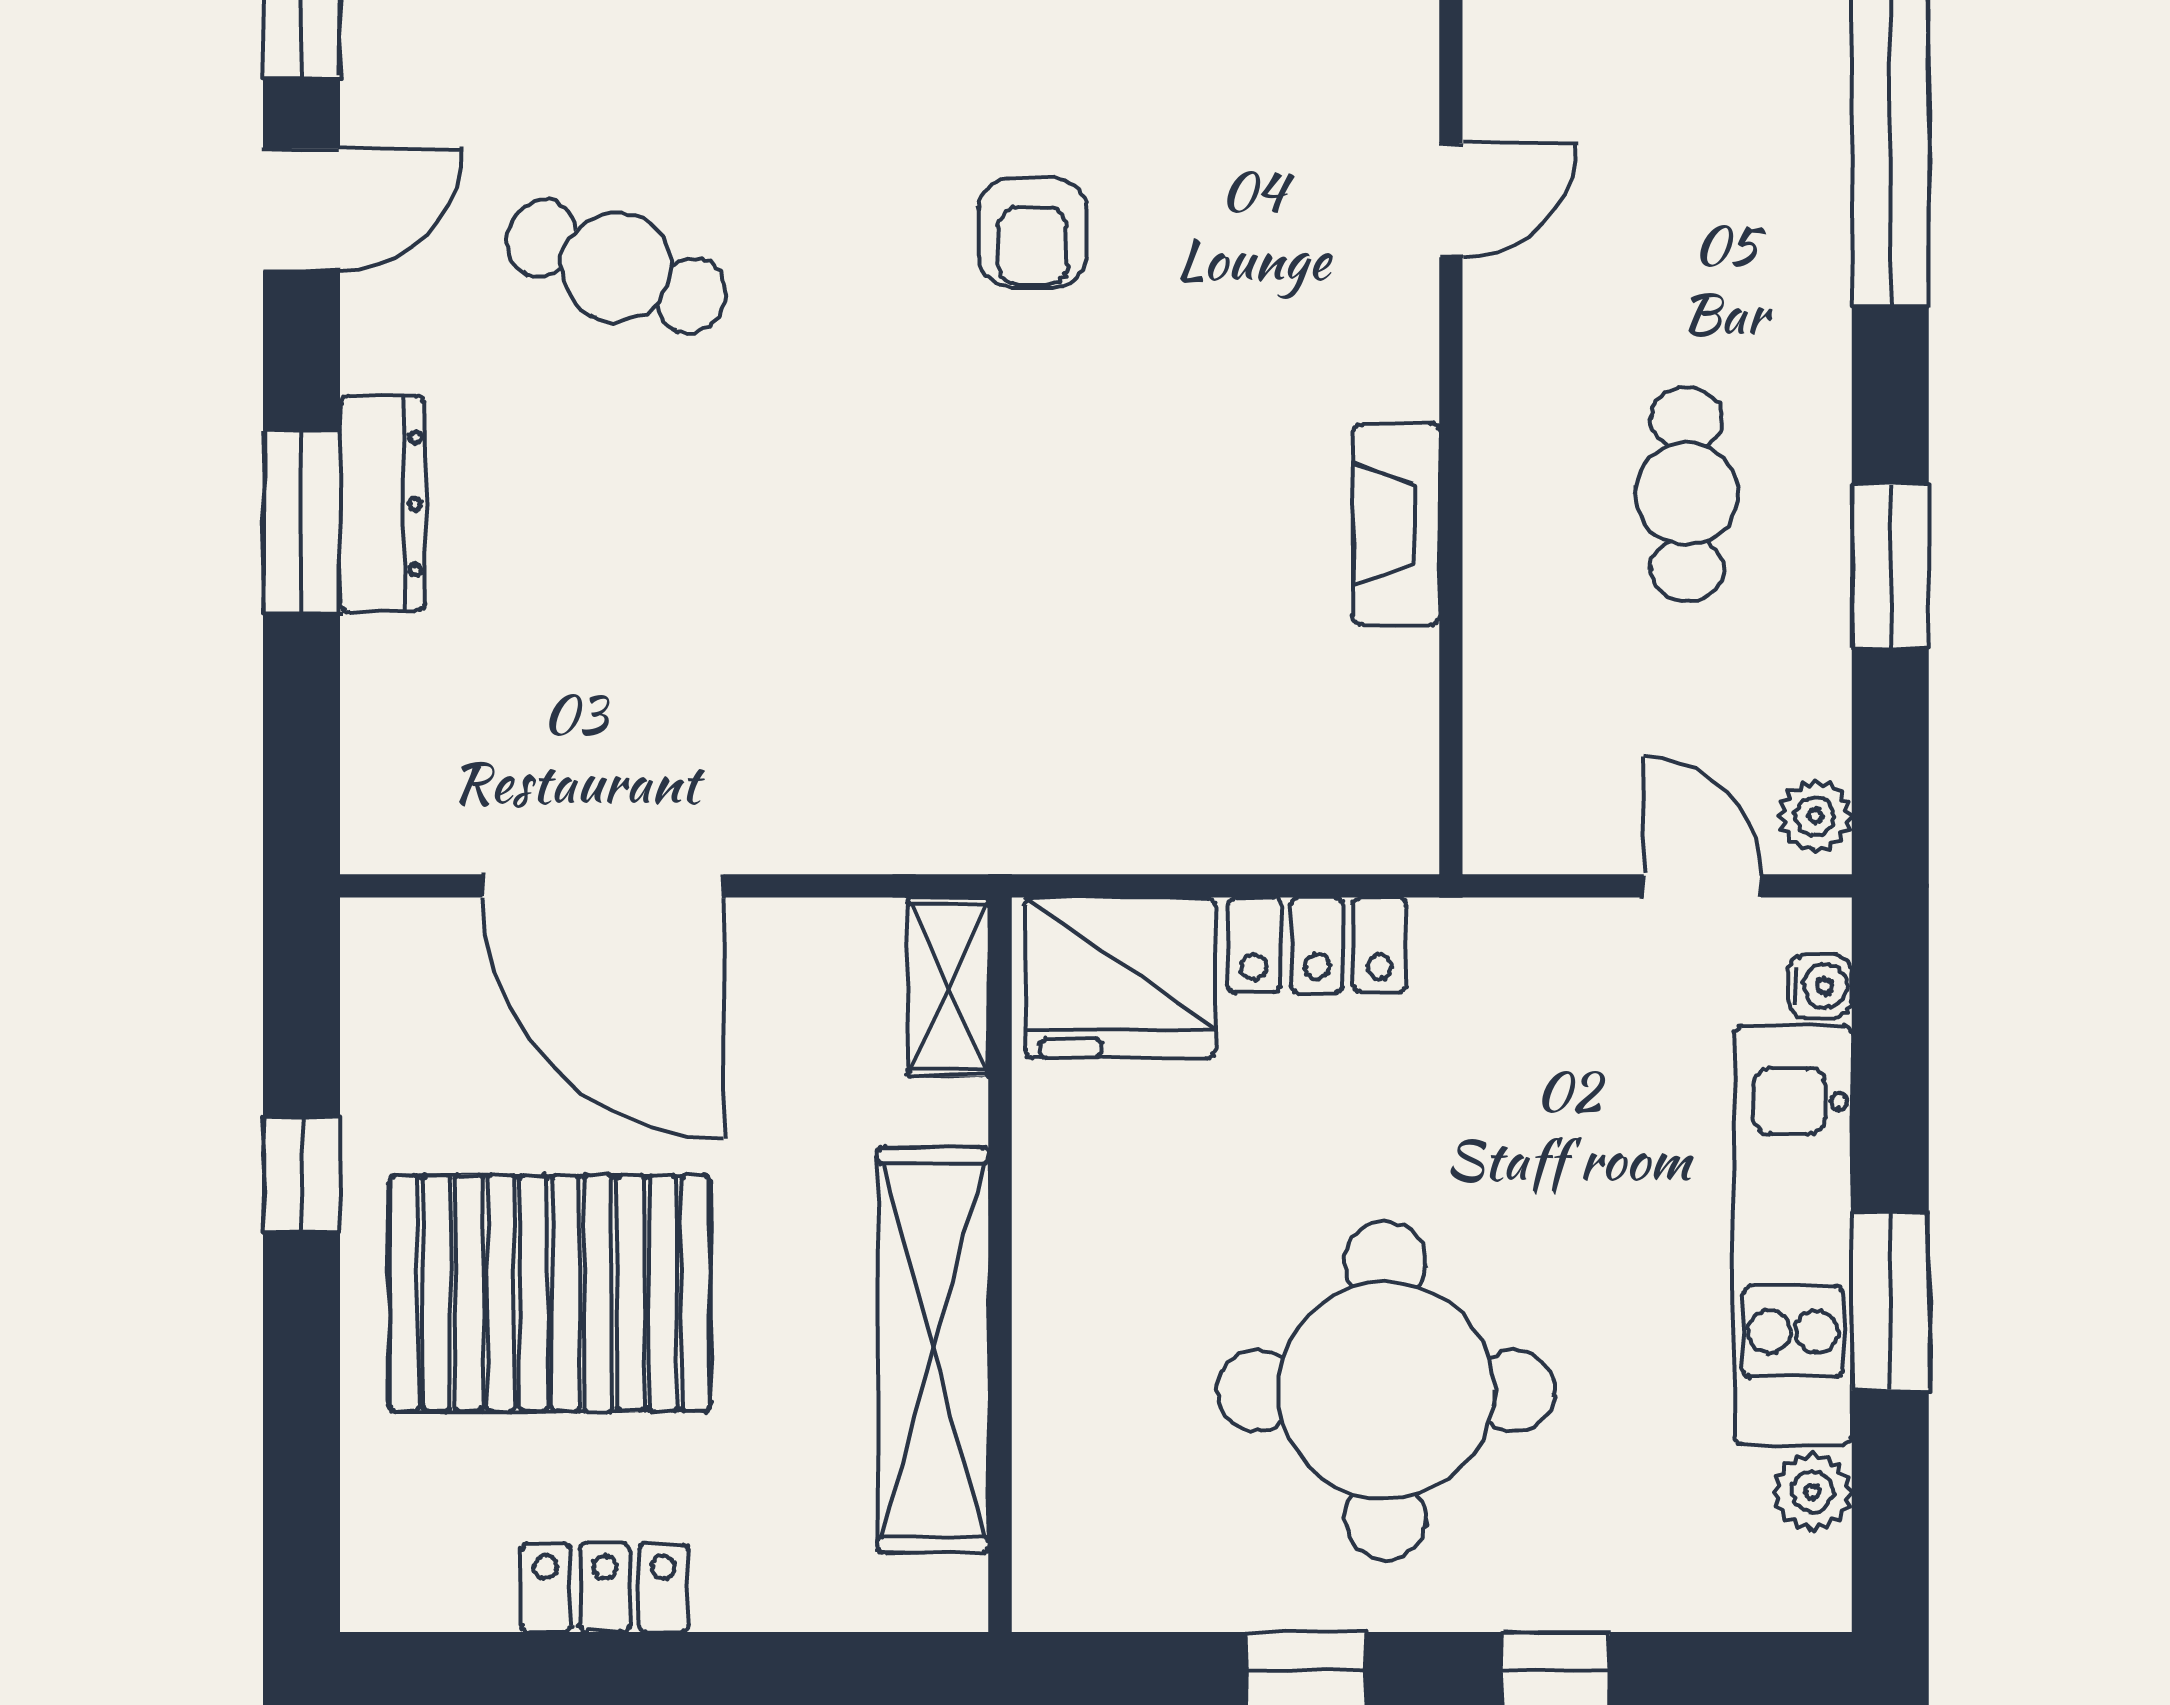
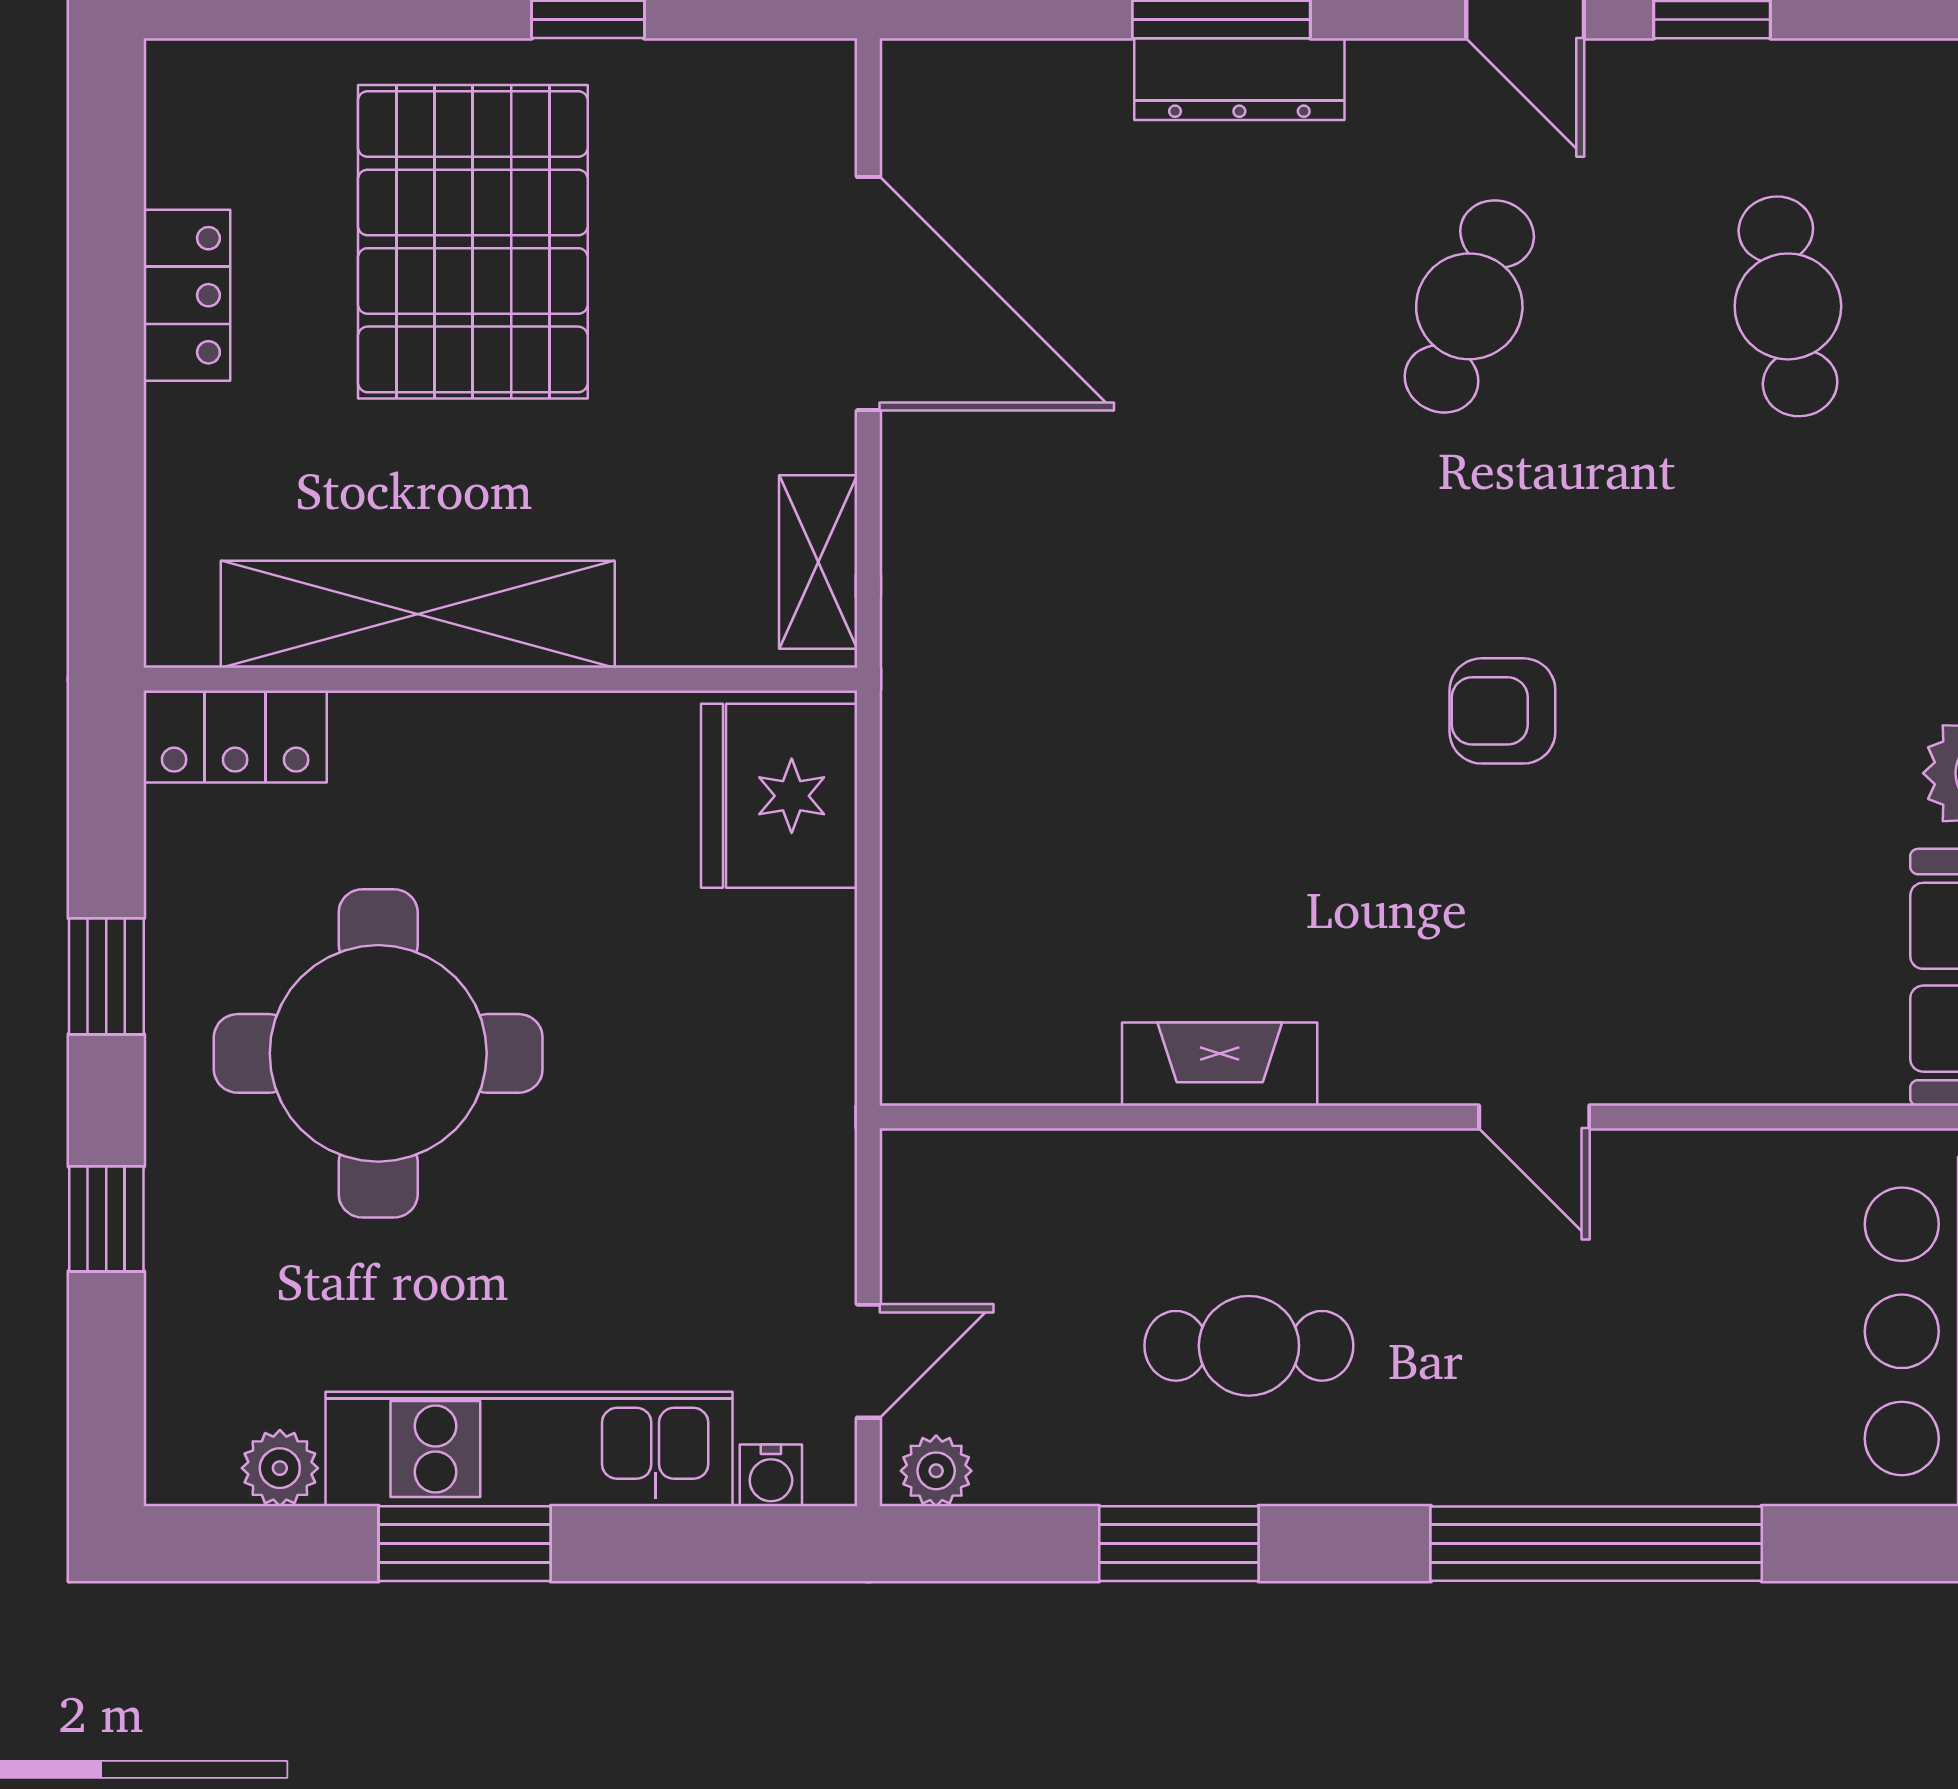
door: (603, 886) -> (868, 294), swing flipped
locker: (1317, 945) -> (235, 736), moved, turned -90
shelving: (948, 987) -> (818, 562), moved, turned 90

